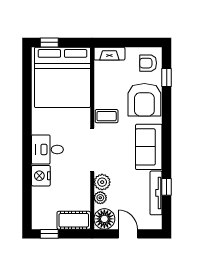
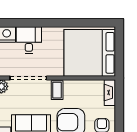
window: (49, 42) -> (119, 42), removed

